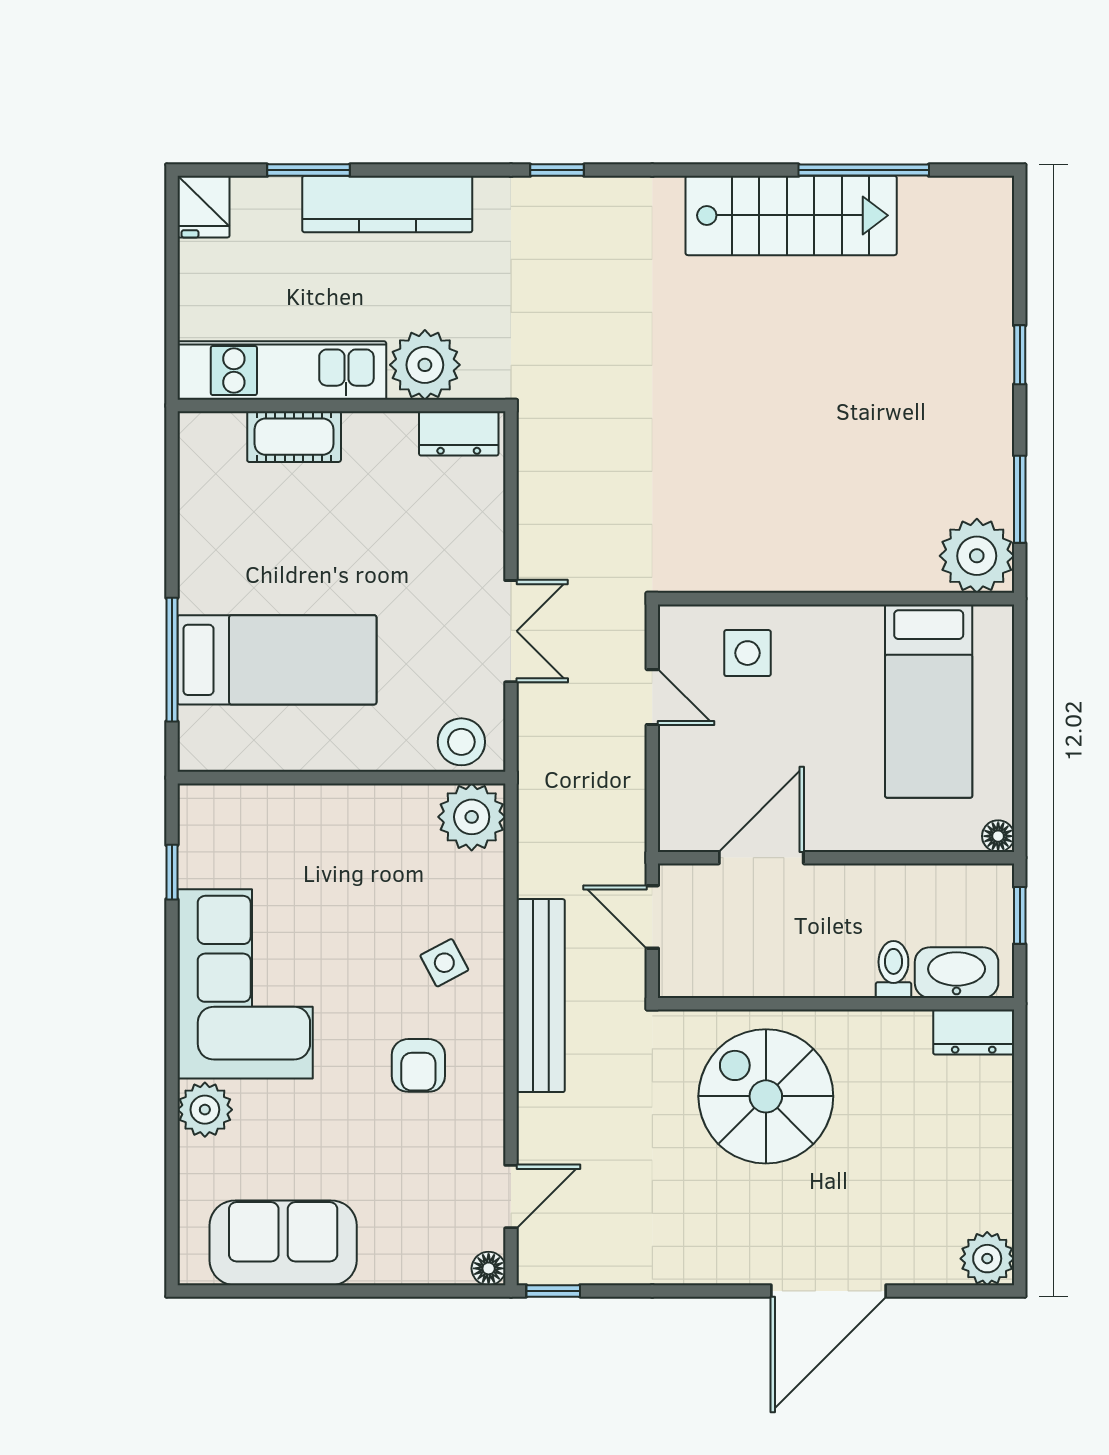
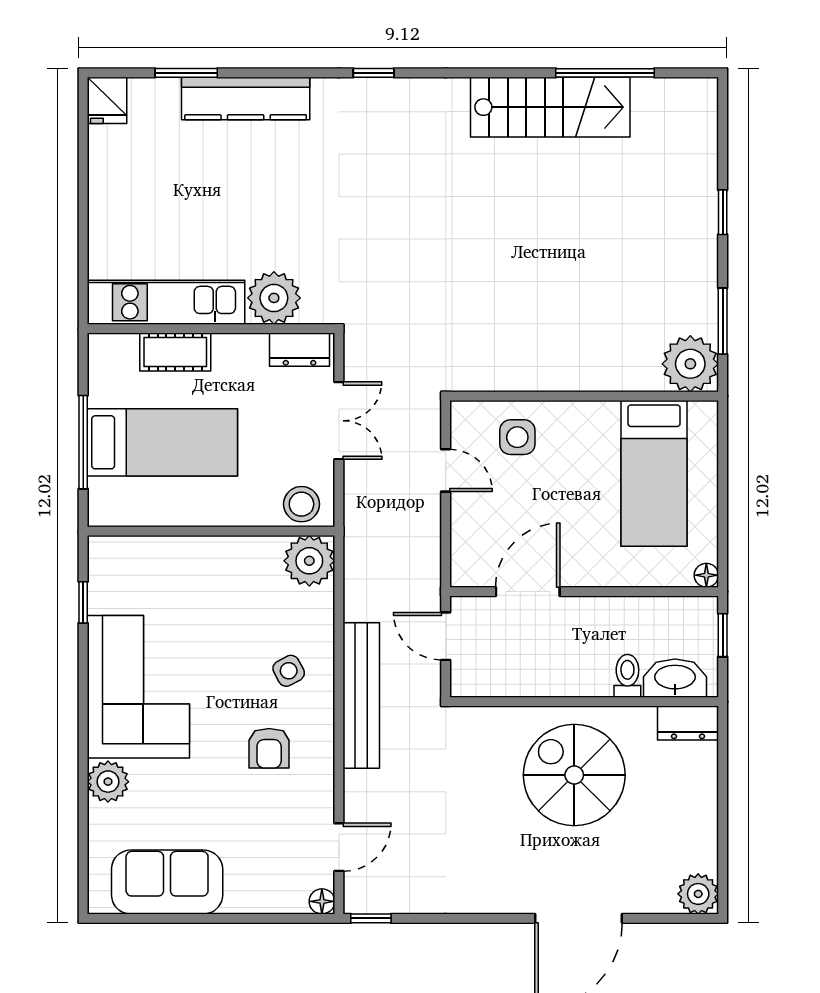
plant: (425, 365) -> (274, 298), moved
kitchen unit: (282, 371) -> (166, 302), moved
wall: (341, 406) -> (211, 329), moved
dresser: (459, 433) -> (300, 350), moved
cot: (294, 437) -> (175, 352), moved
spiral stairs: (766, 1096) -> (574, 775), moved

